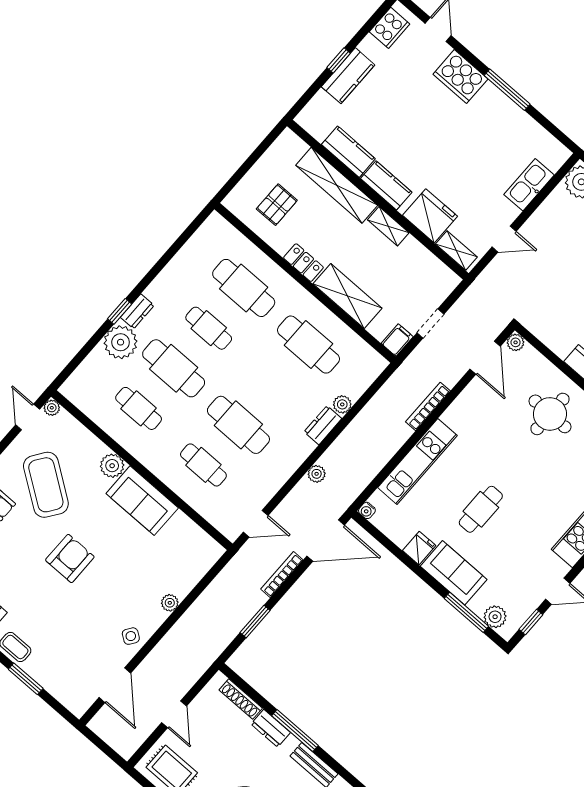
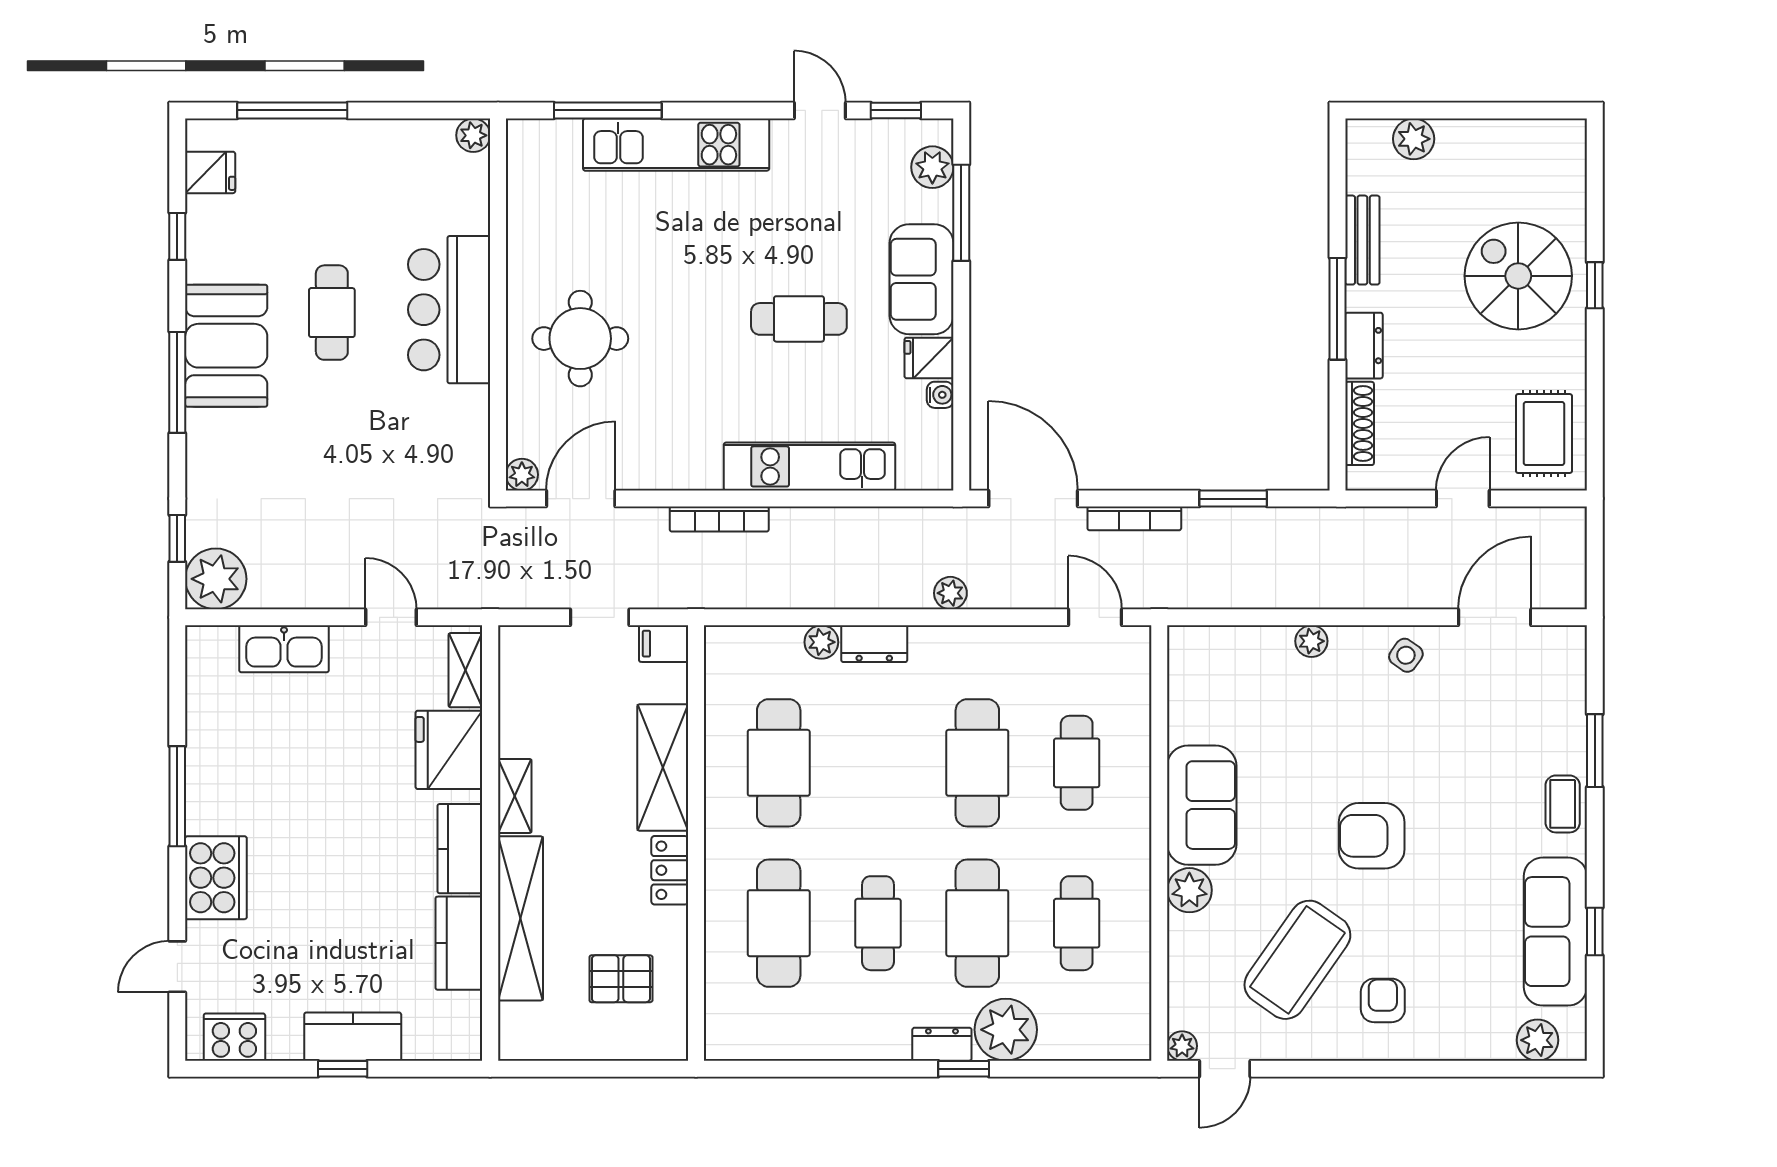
water cooler: (367, 510) -> (940, 395), moved

